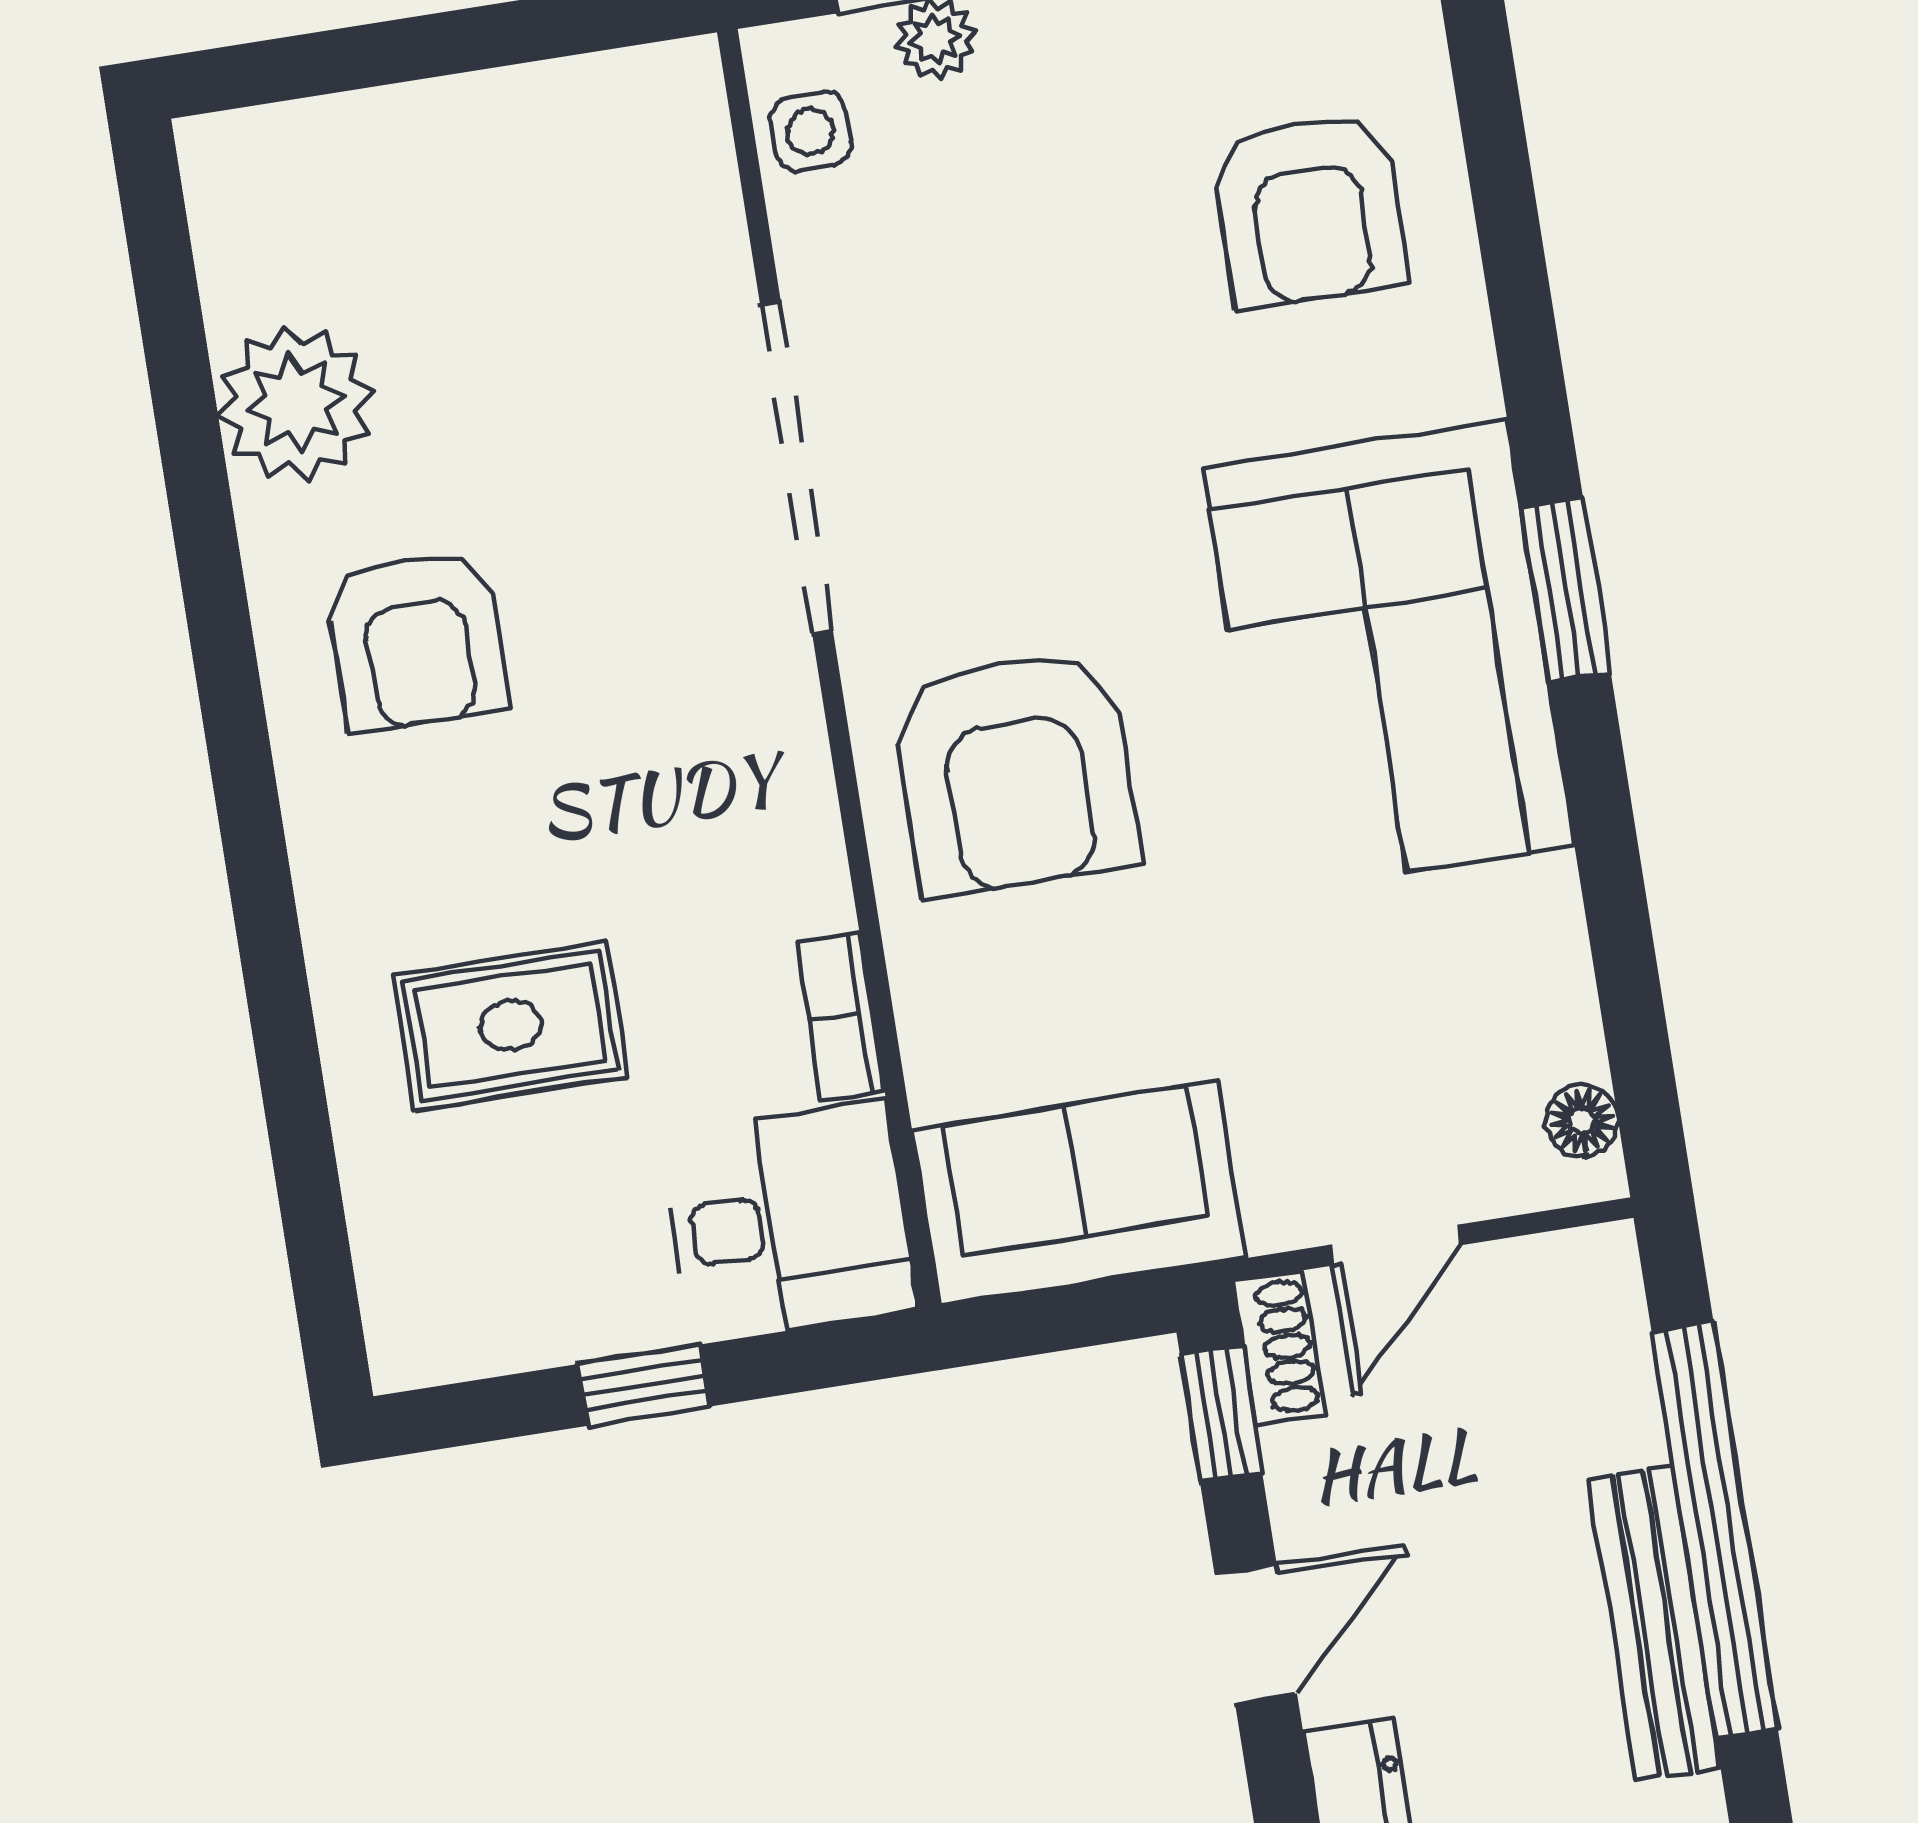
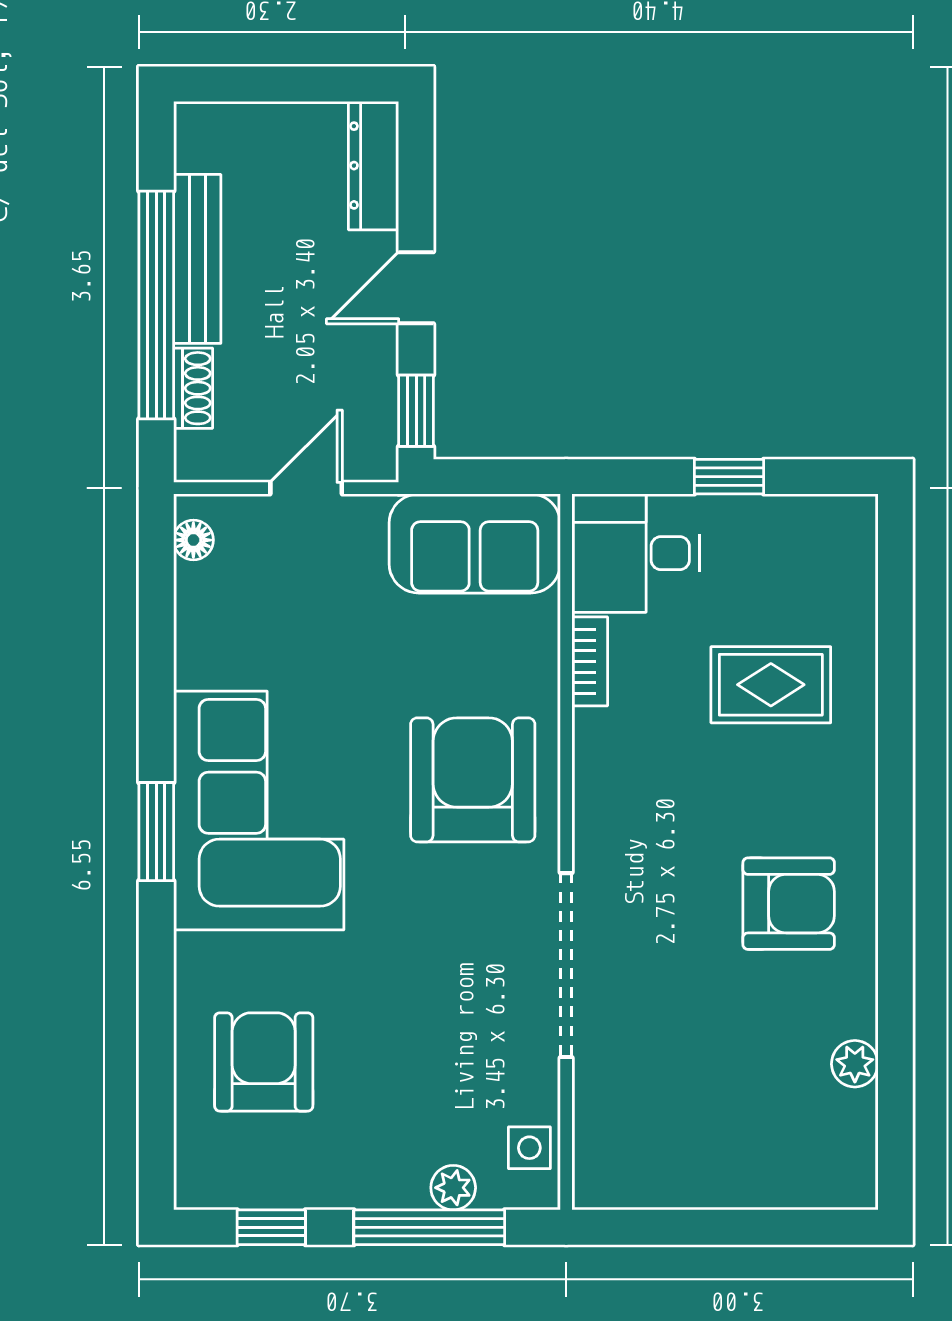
plant: (296, 404) -> (855, 1064), width x0.53, depth x0.53
armchair: (417, 640) -> (789, 904), turned 90
shoe rack: (1278, 1348) -> (193, 388), moved, turned 180

